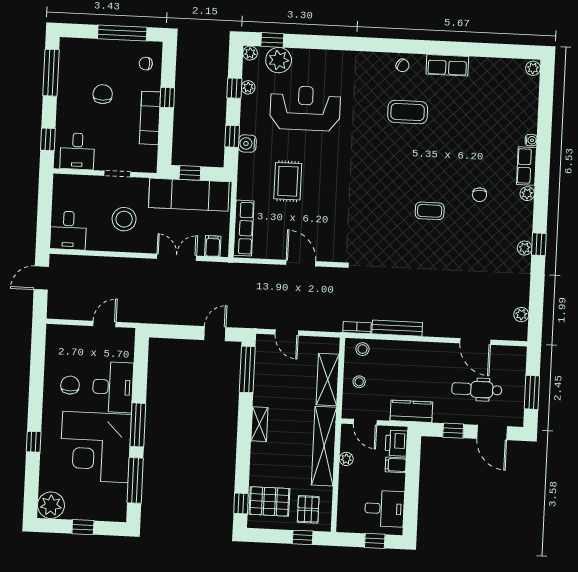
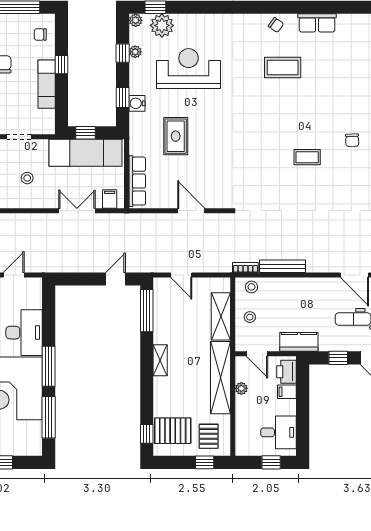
stool: (124, 219) -> (27, 178), width x0.53, depth x0.53

